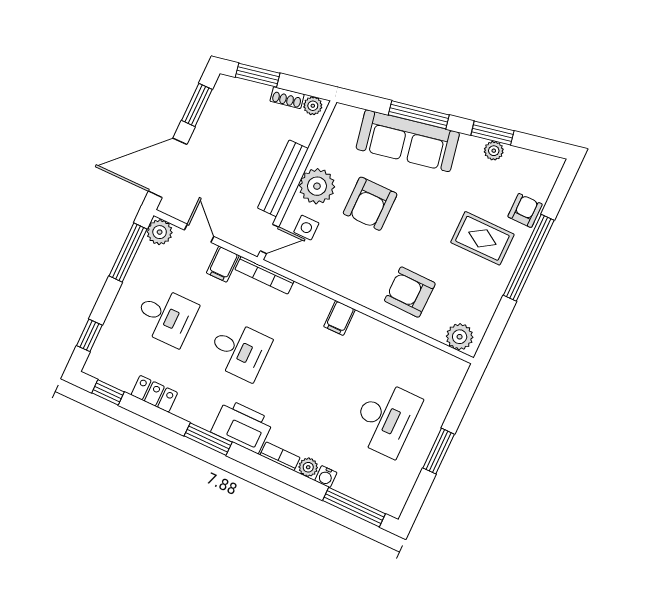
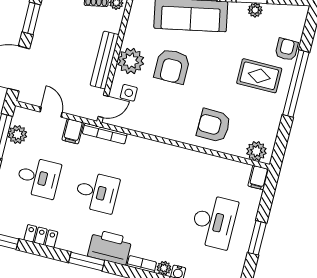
plant: (160, 232) -> (17, 135), moved
filing cabinet: (339, 318) -> (258, 178), moved

